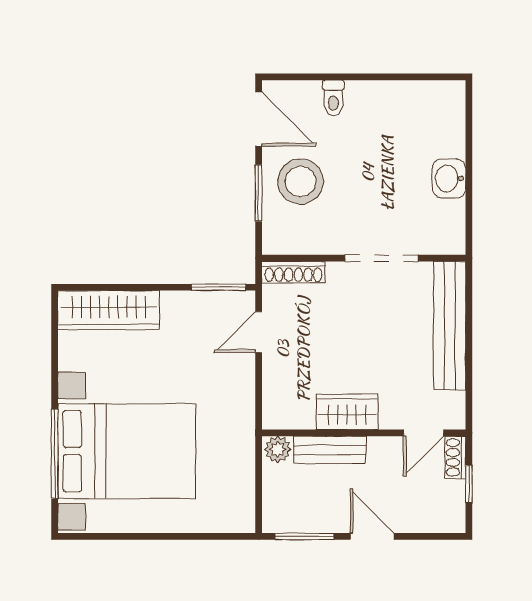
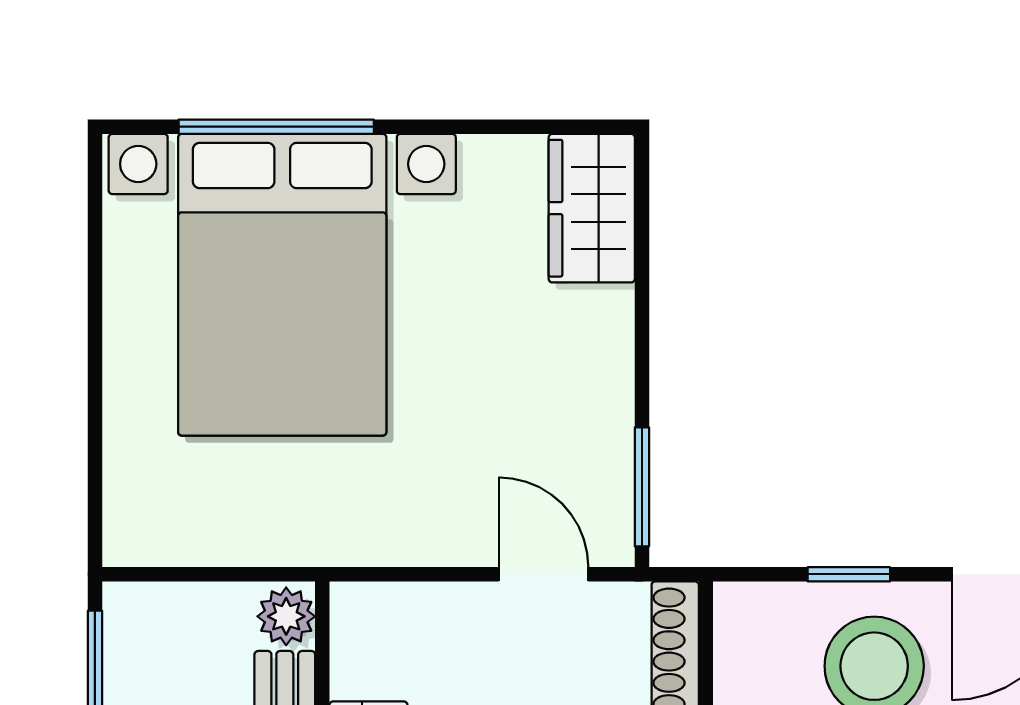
window: (259, 193) -> (849, 574), width x0.67
wardrobe: (109, 310) -> (592, 208), width x0.67

